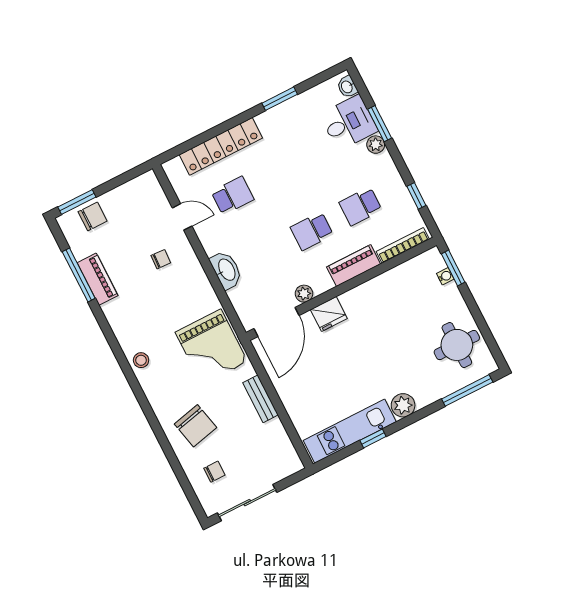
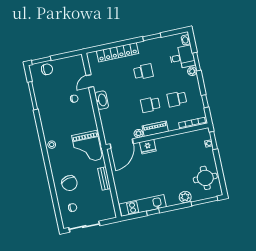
school desk: (232, 196) -> (143, 72), moved
door: (182, 217) -> (90, 81), swing flipped
piano: (354, 266) -> (155, 129), moved
washbasin: (226, 270) -> (102, 100), moved
piano: (98, 279) -> (41, 100), removed
plant: (403, 405) -> (185, 197), moved

